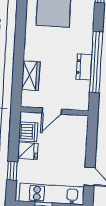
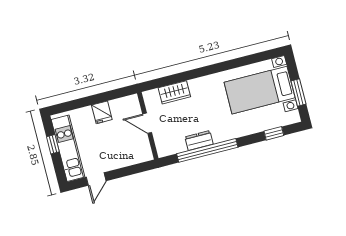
dishwasher: (28, 132) -> (120, 107), removed
window: (12, 171) -> (78, 104), removed

